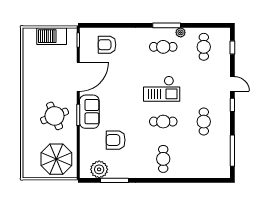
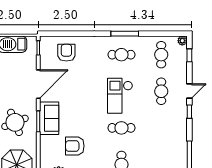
plant: (181, 32) -> (182, 41), moved
armchair: (107, 45) -> (66, 53), turned 90
door: (232, 84) -> (189, 91), hinge flipped
checkout: (162, 89) -> (120, 96), turned 90
cafe table: (204, 122) -> (161, 91), moved

